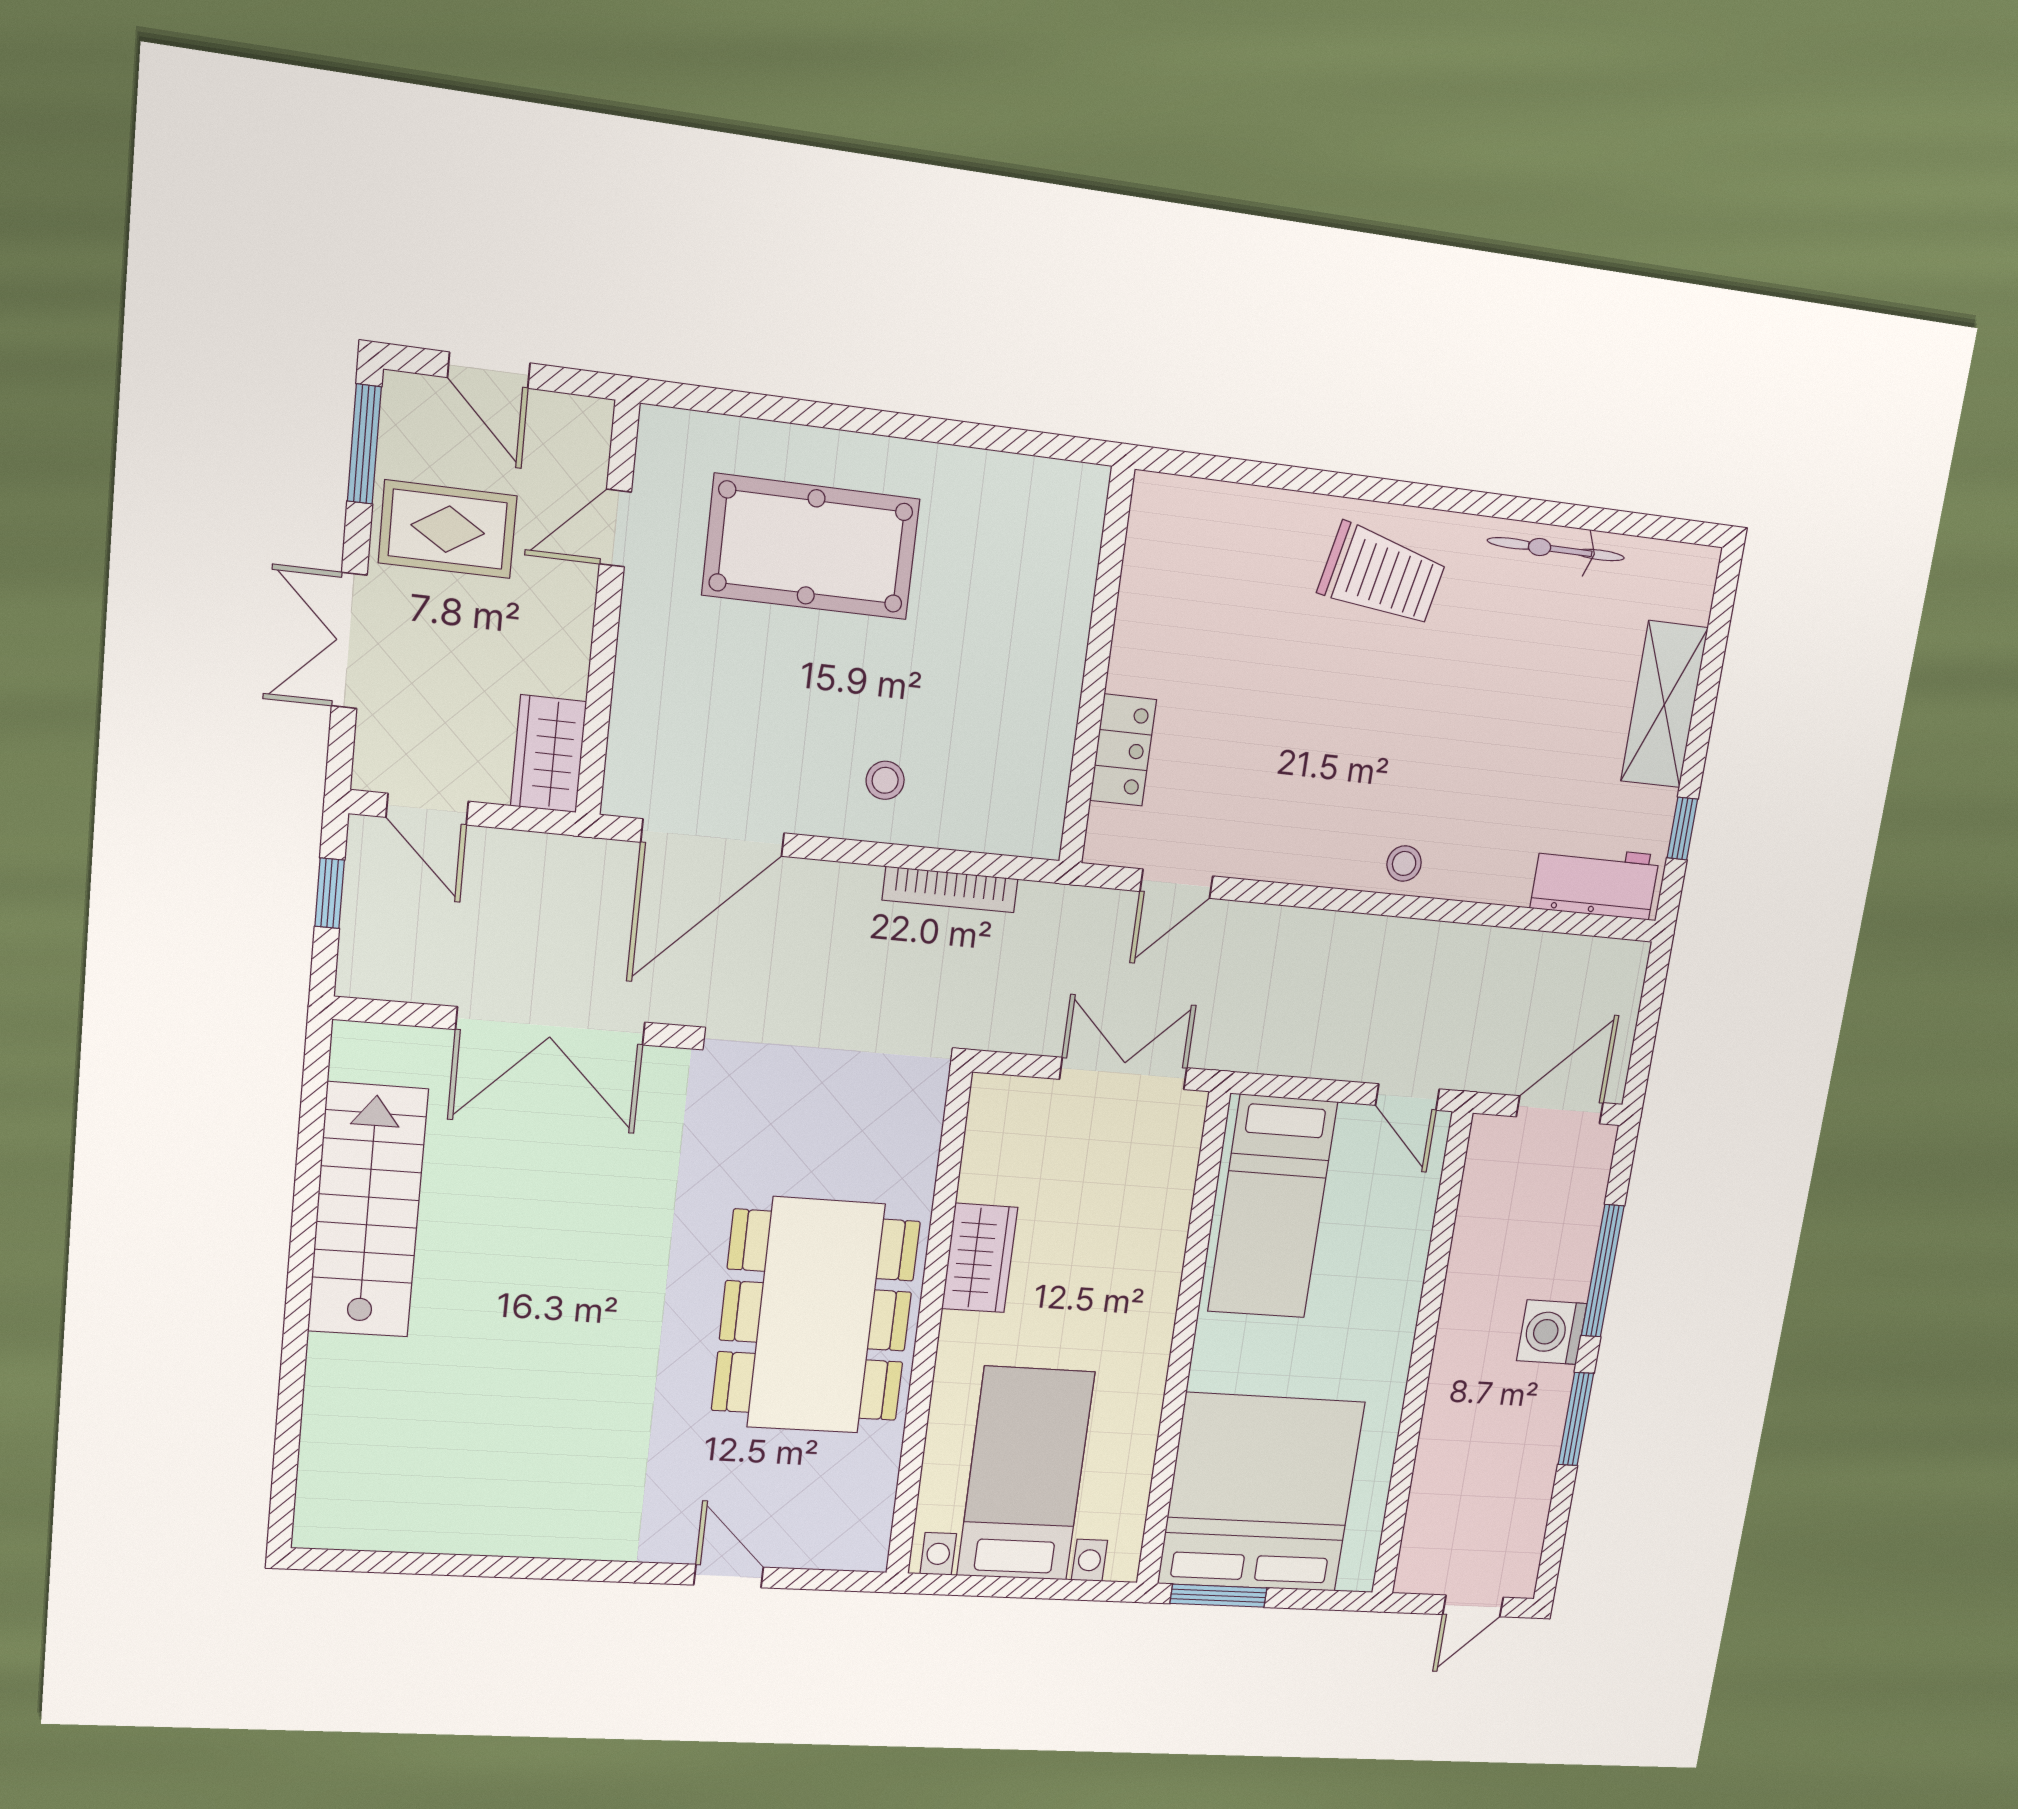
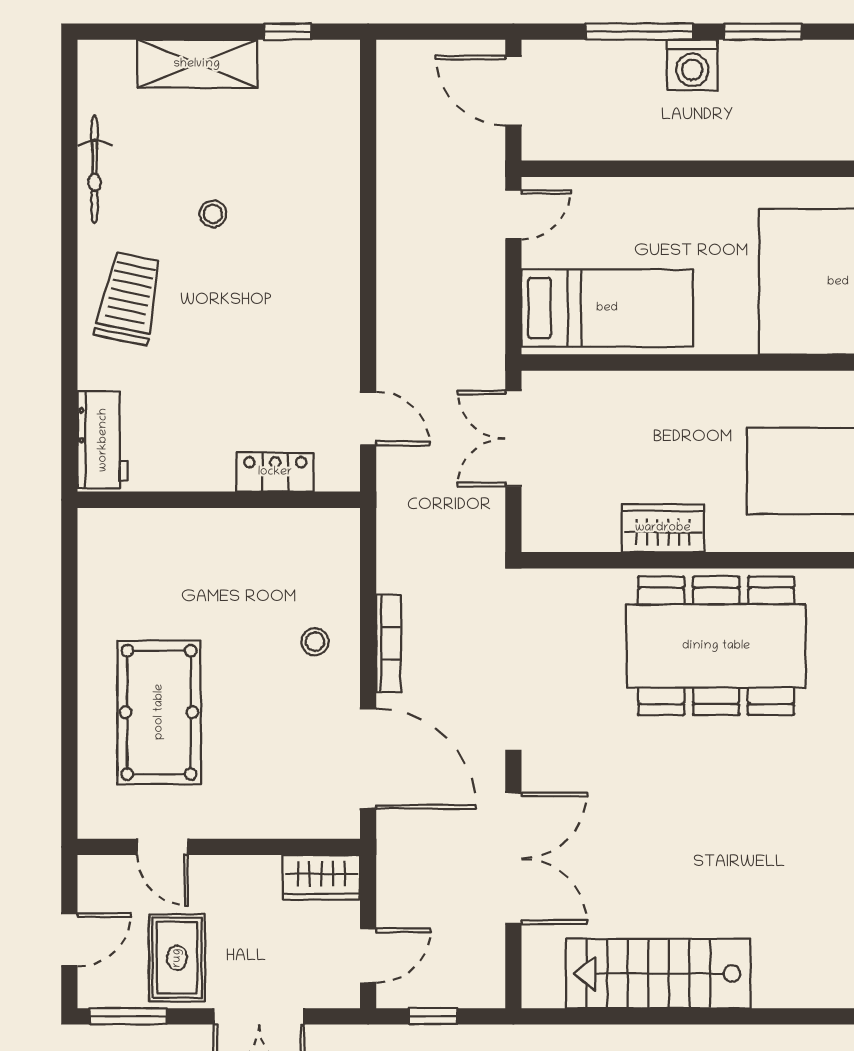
stool: (1404, 863) -> (213, 214), moved
workbench: (1595, 882) -> (103, 440), moved, turned 180
bookcase: (950, 890) -> (389, 643), moved

